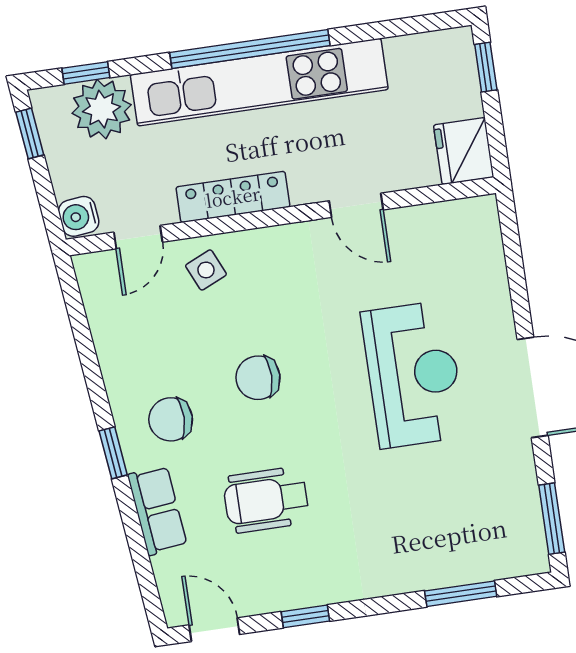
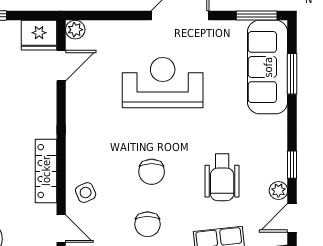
door: (356, 205) -> (61, 66), moved
plant: (482, 212) -> (75, 30), added
chair: (171, 419) -> (147, 224), moved
sofa: (466, 550) -> (268, 67), added
plant: (258, 600) -> (278, 190), added

